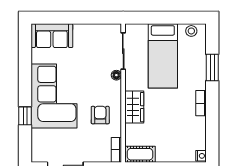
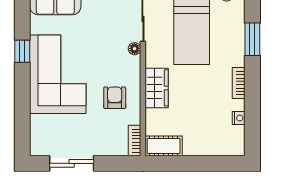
window: (25, 116) -> (22, 51), moved
nightstand: (201, 156) -> (239, 118), moved

